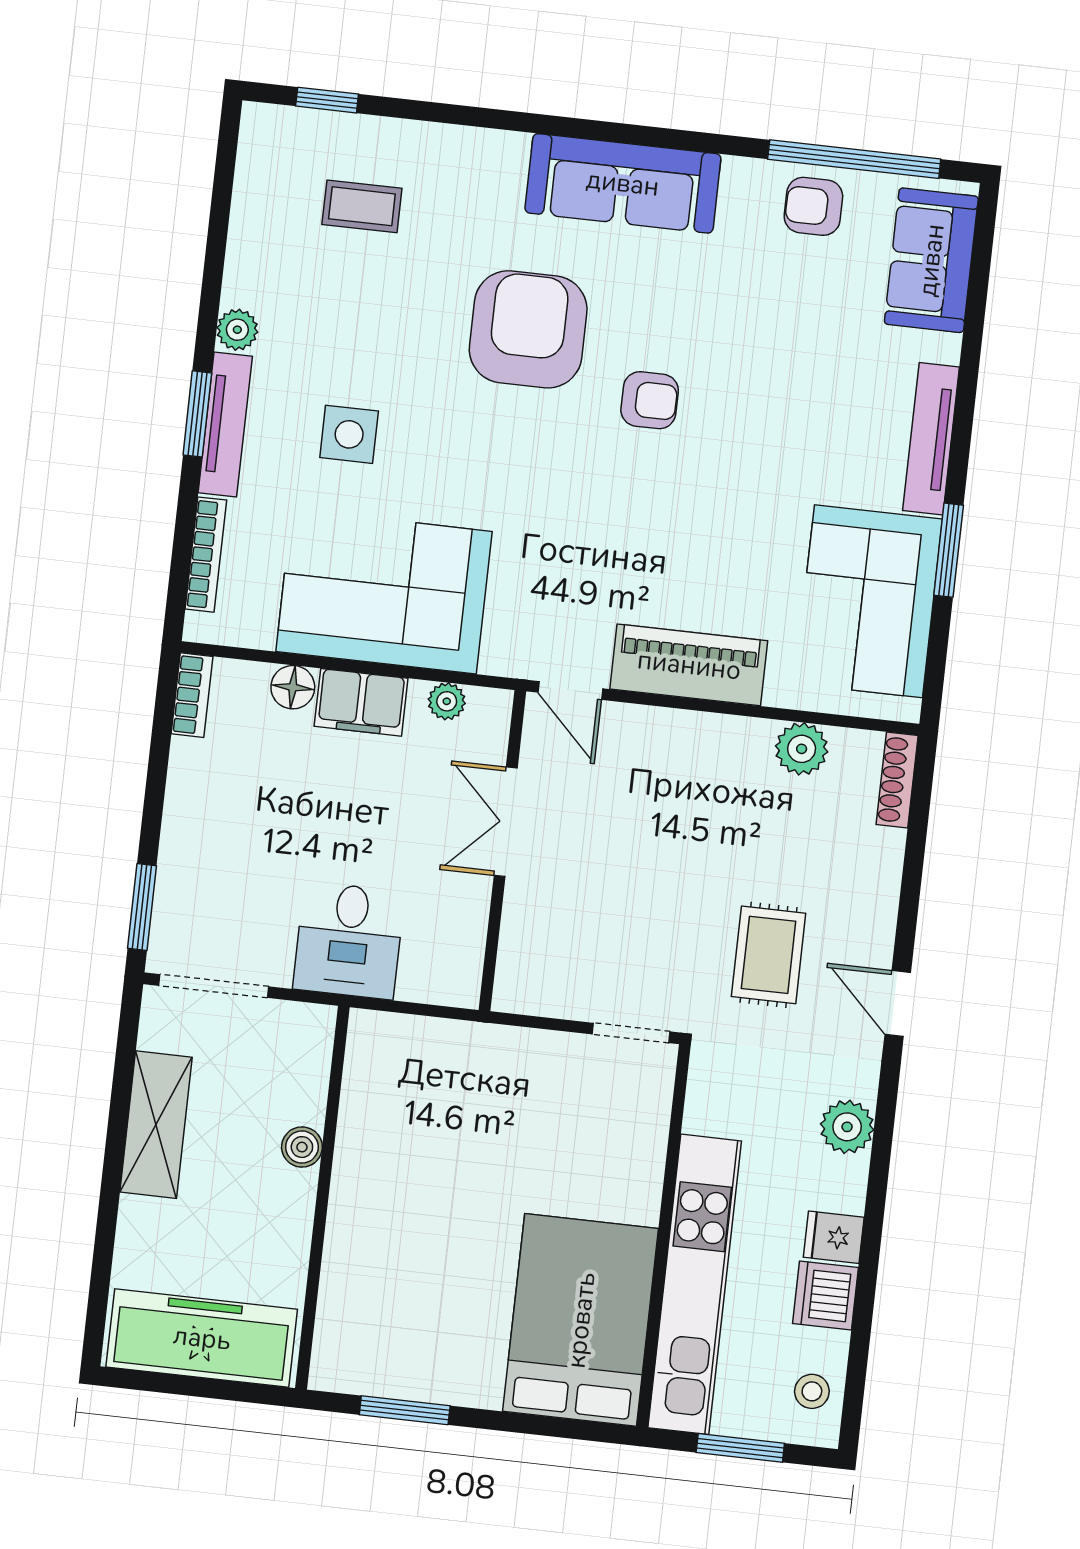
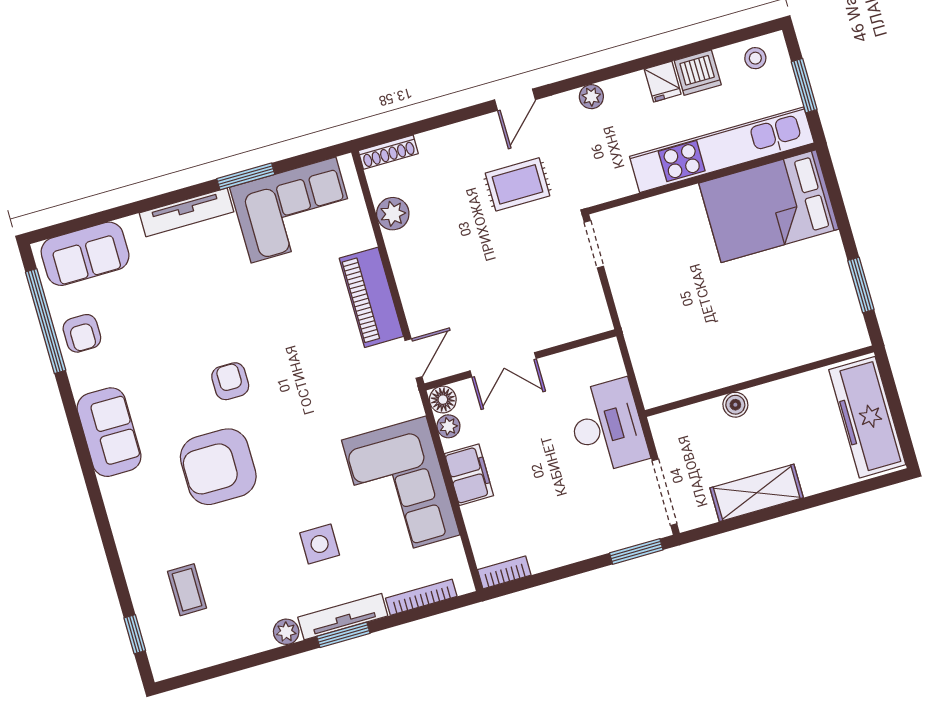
sofa: (623, 183) -> (109, 432), width x0.73
floor lamp: (293, 687) -> (443, 400), moved
desk: (349, 940) -> (607, 426), width x1.37
plant: (847, 1127) -> (591, 97), width x0.73, depth x0.73

